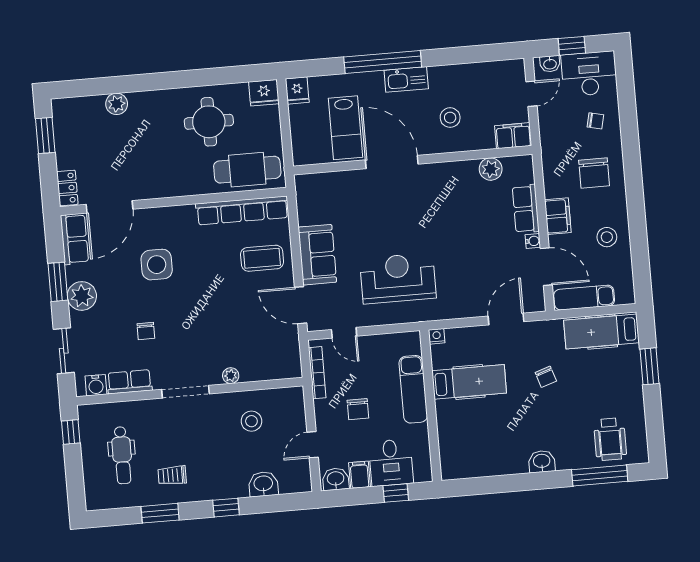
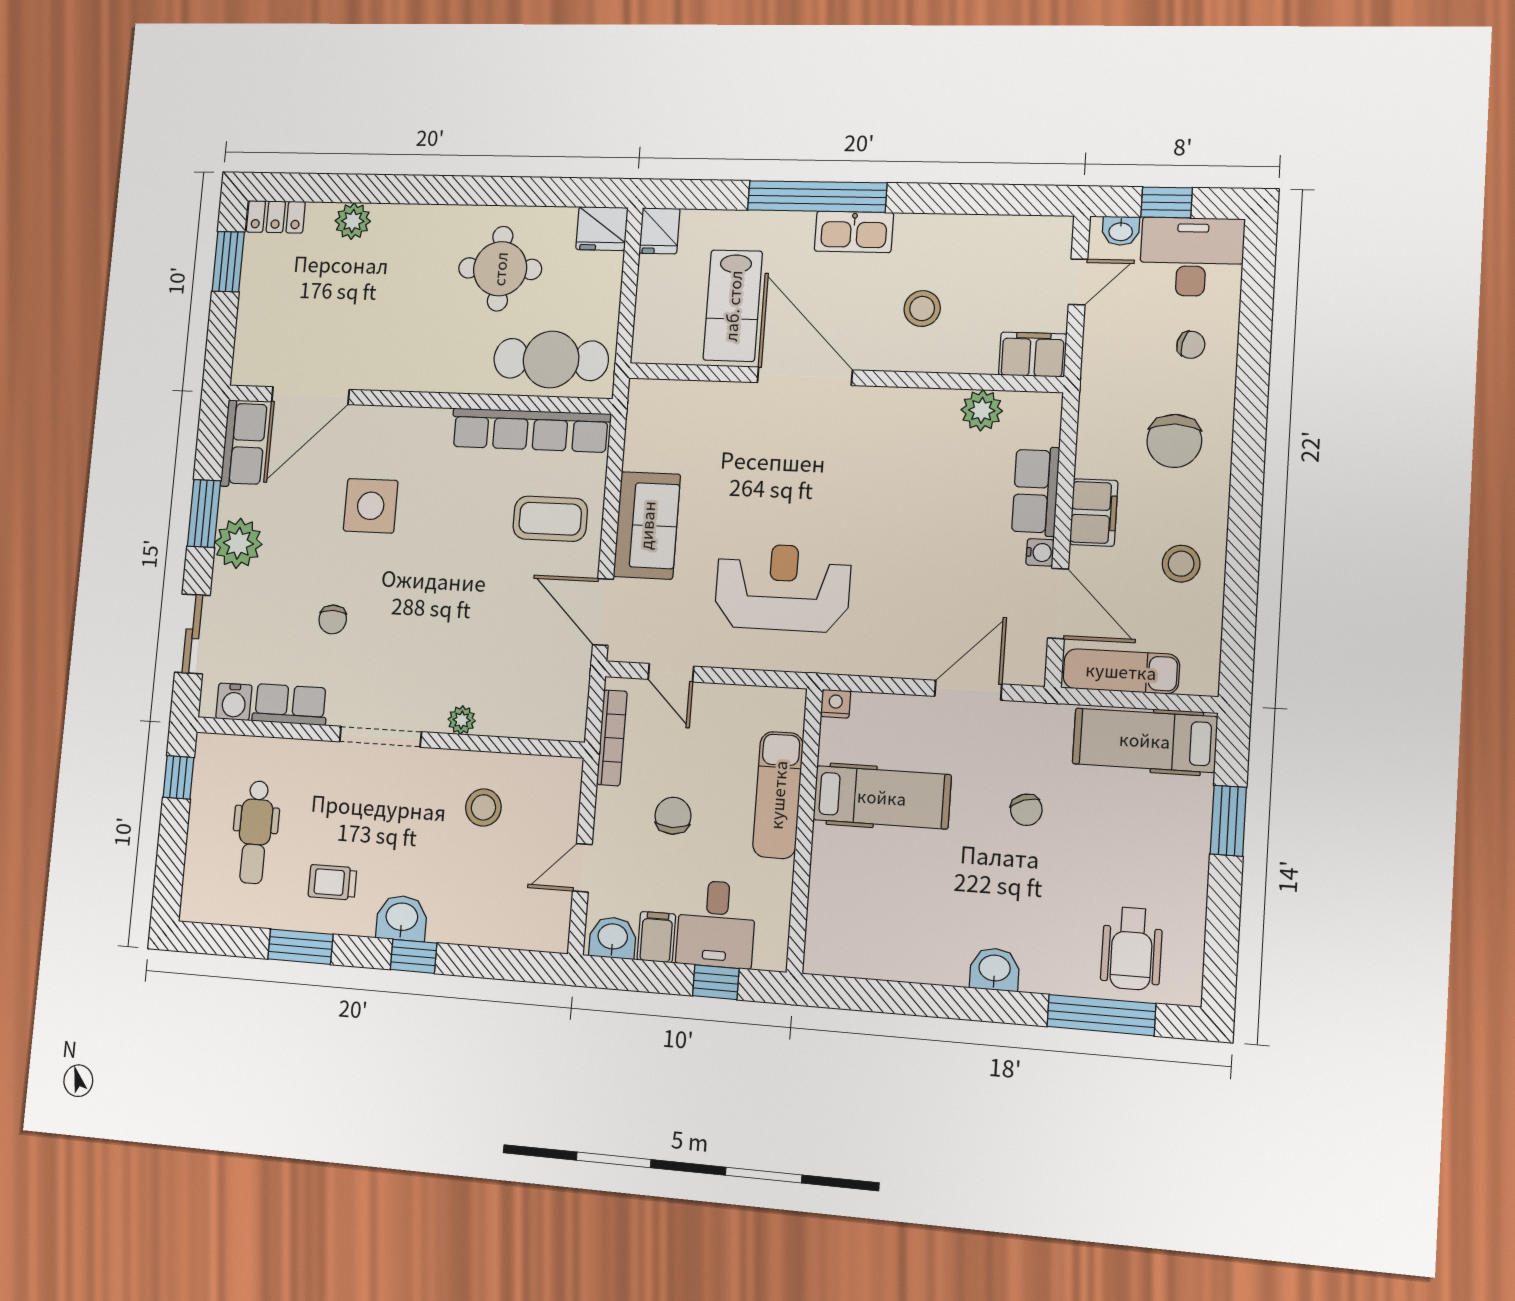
locker: (67, 188) -> (276, 217), moved, turned 90
chair: (358, 409) -> (673, 816), turned 180
washbasin: (263, 484) -> (402, 918), moved

